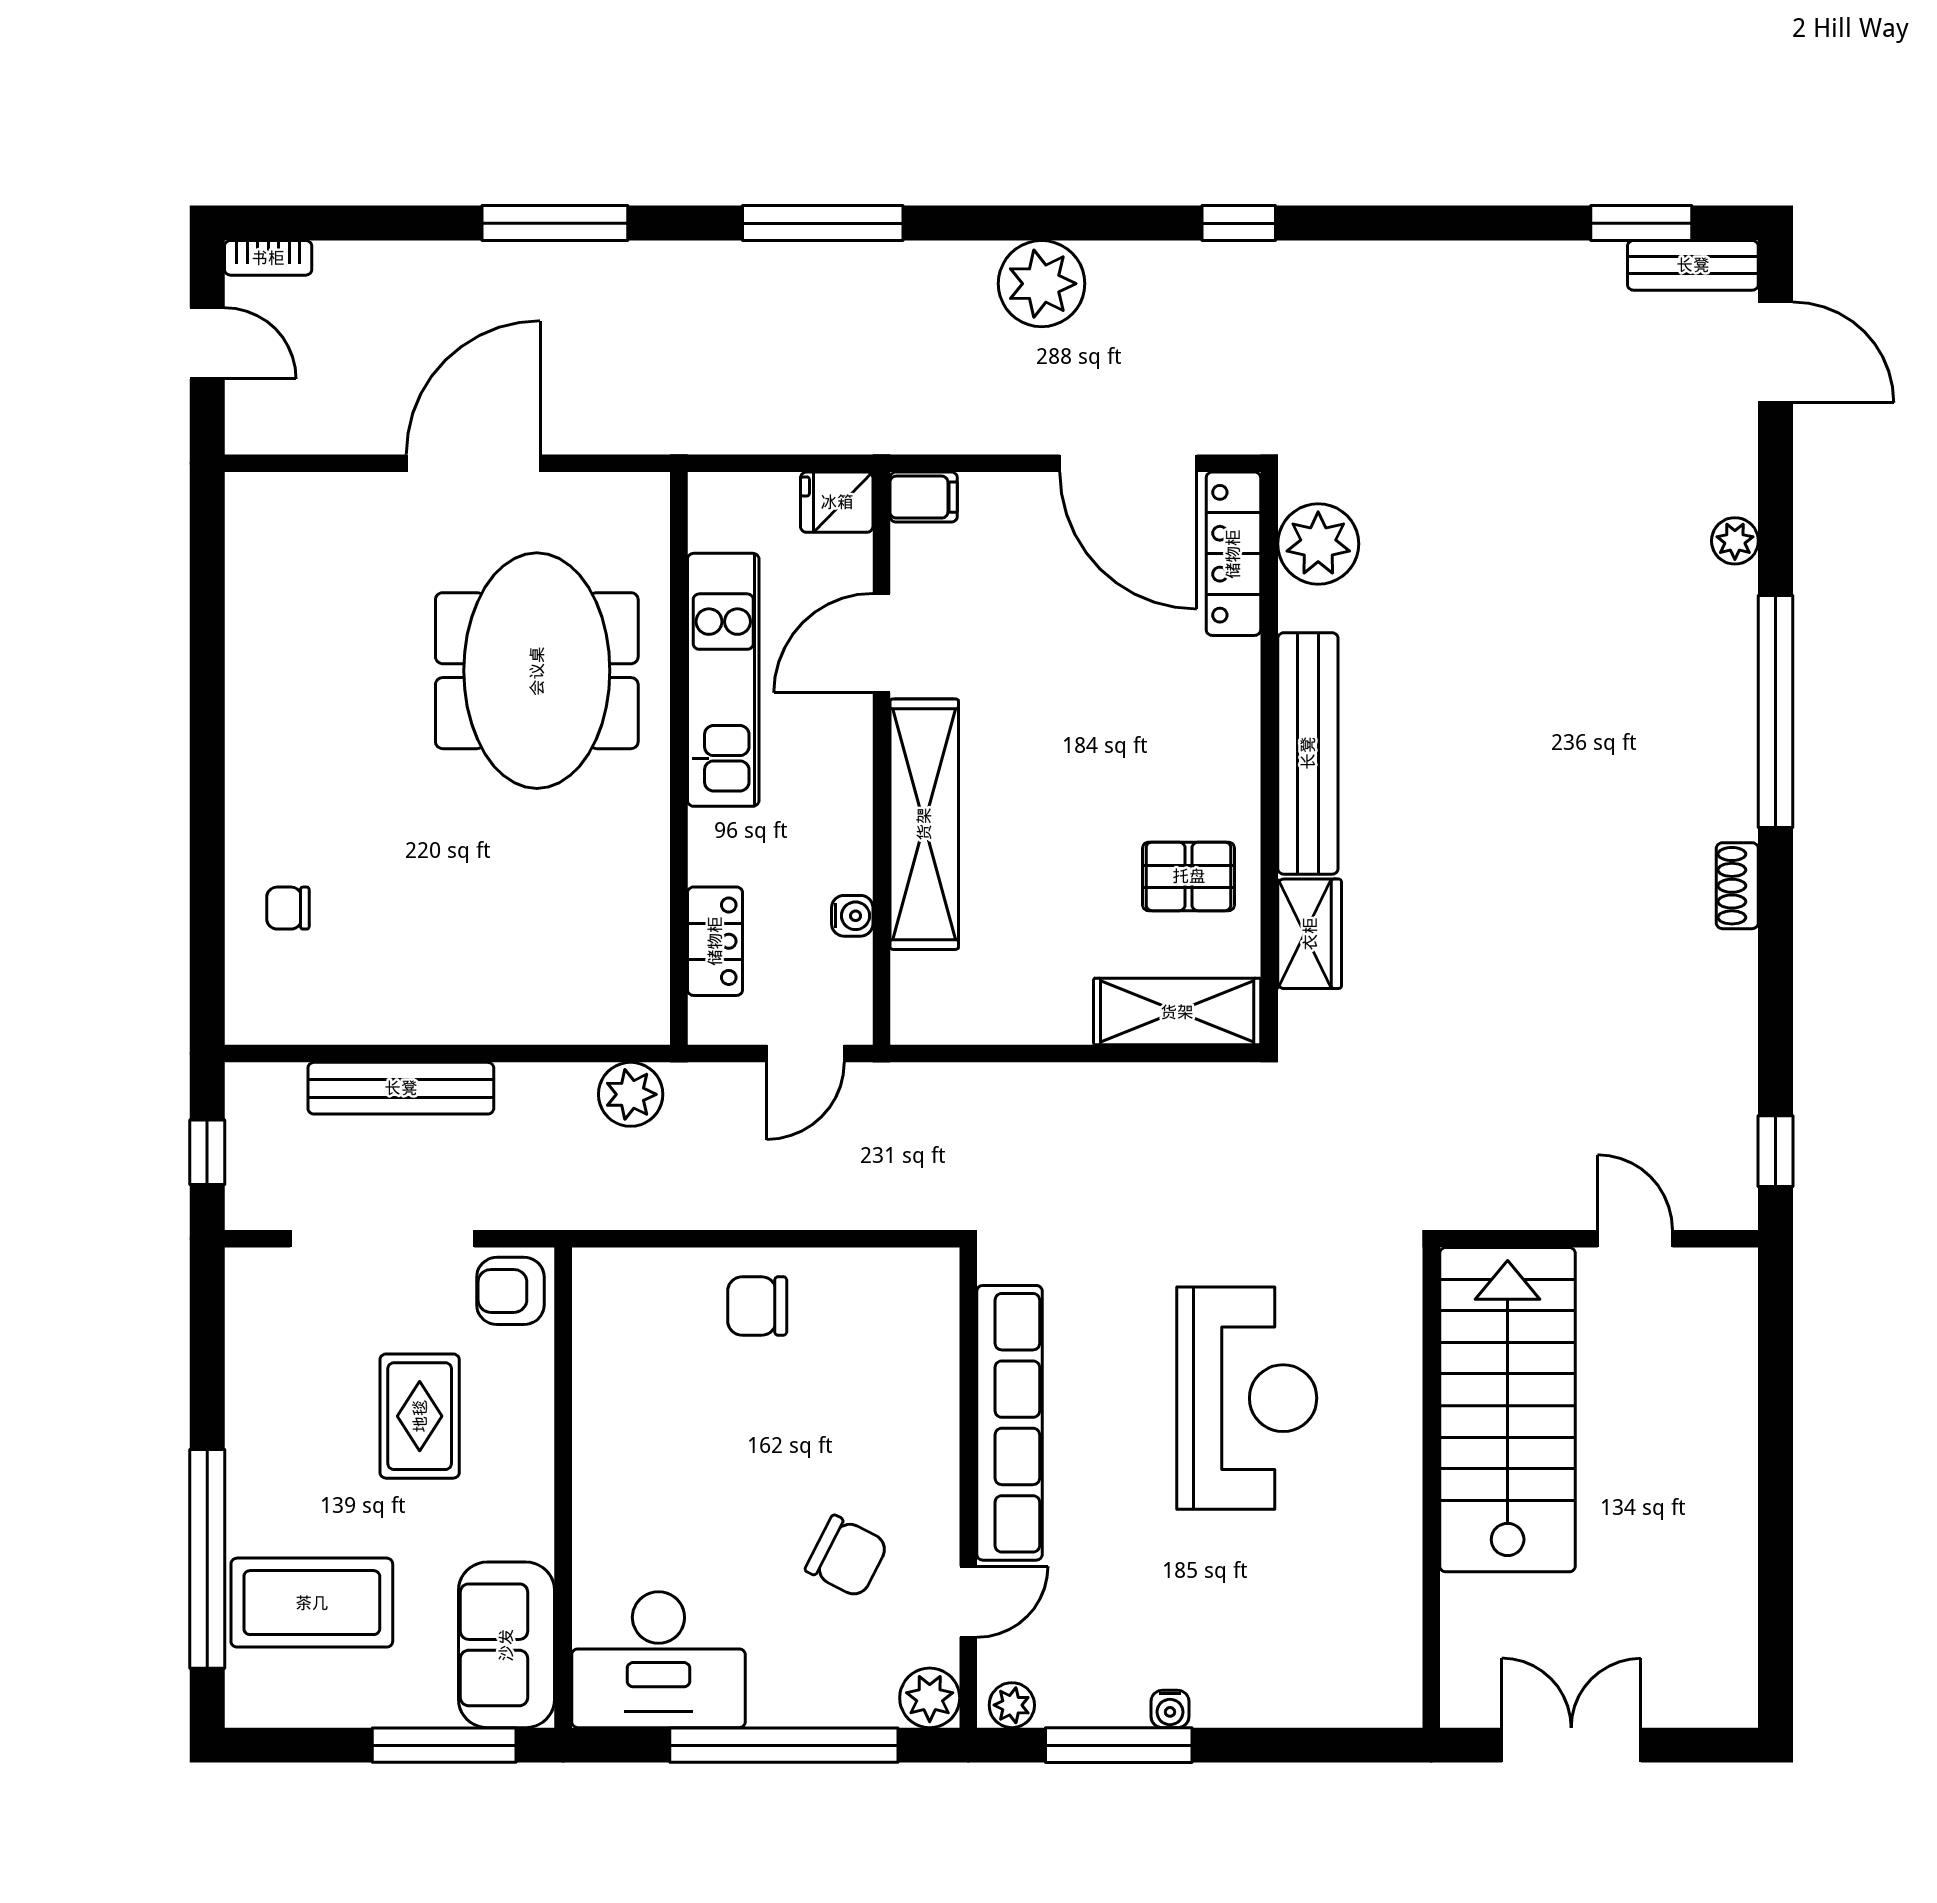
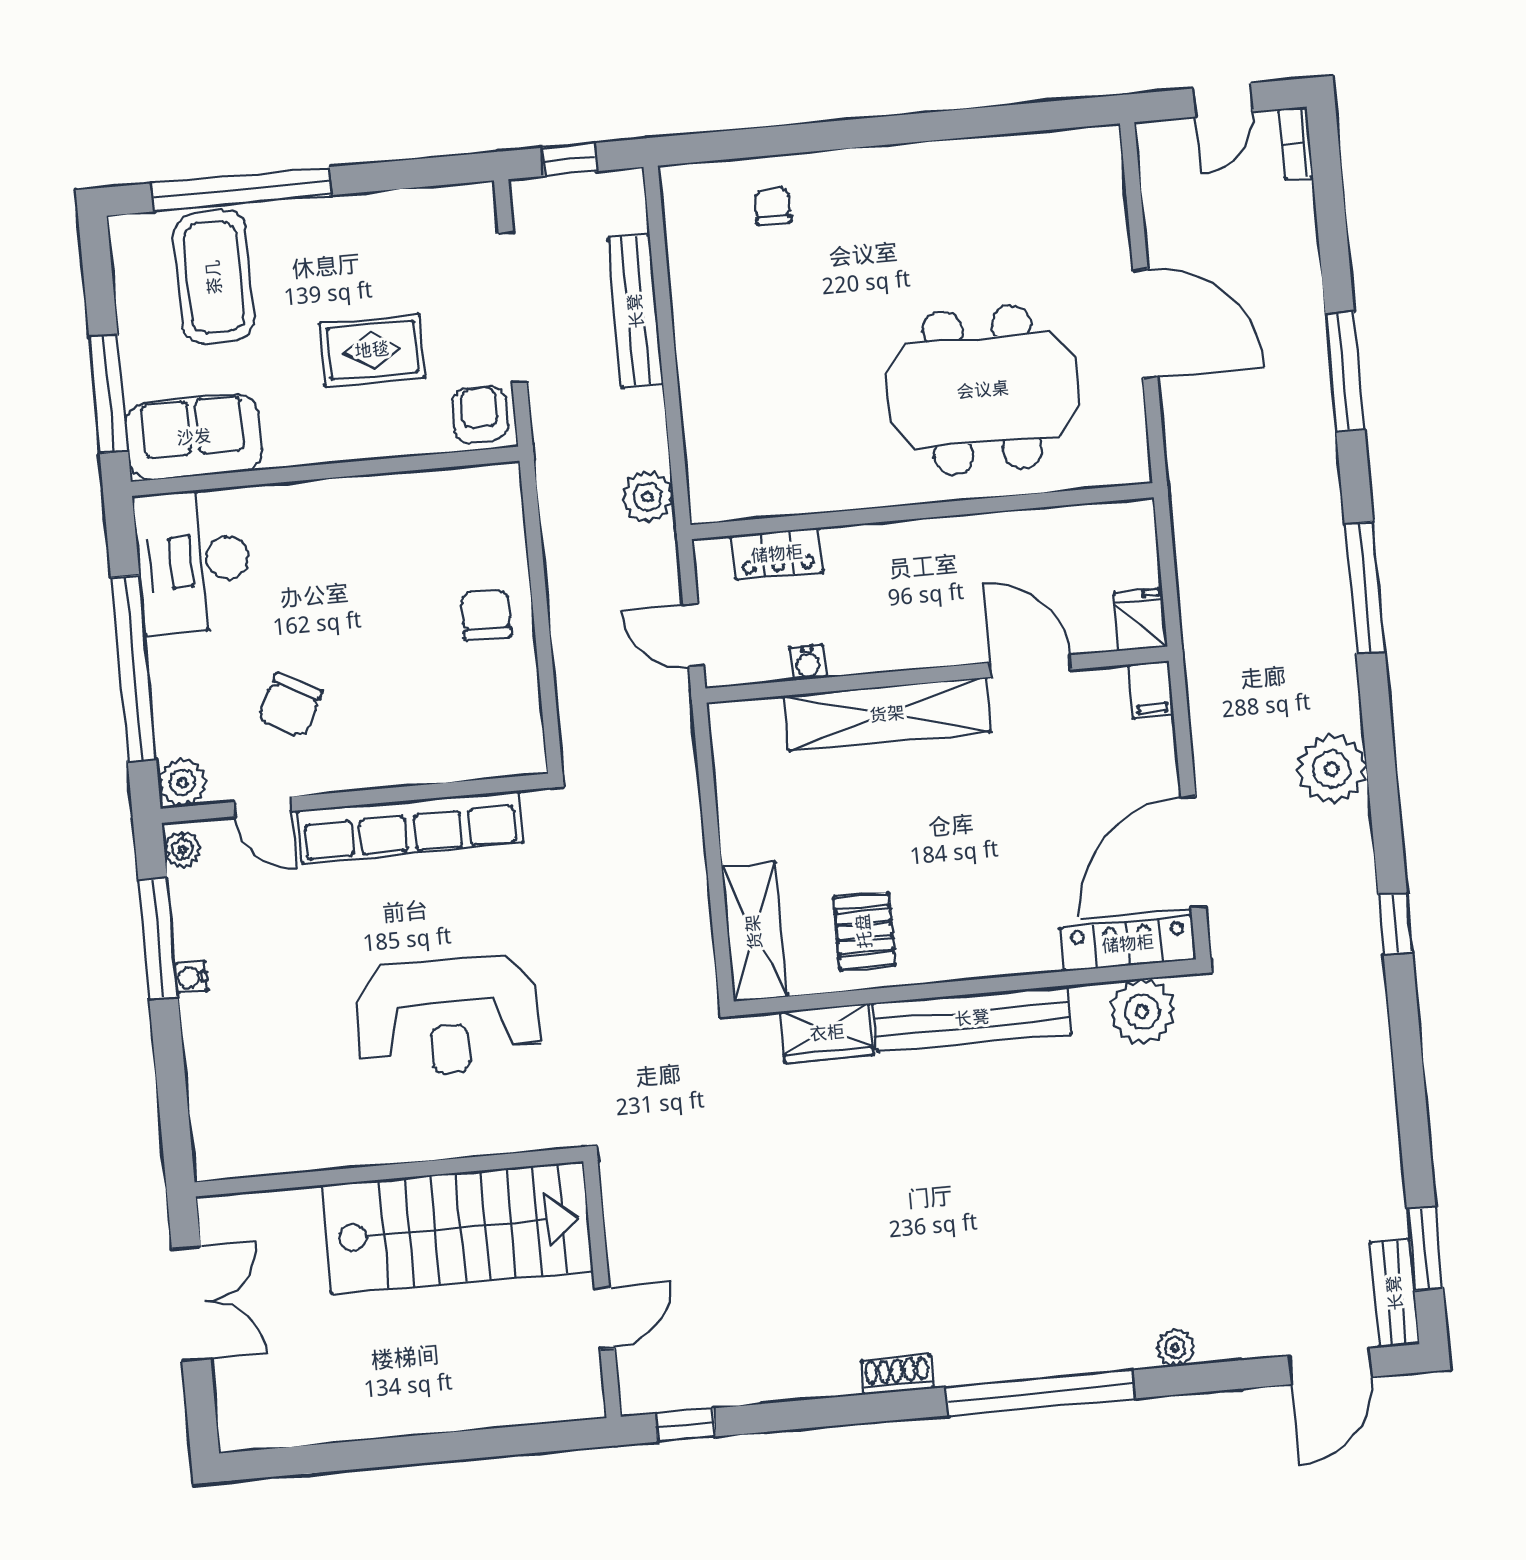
kitchen unit: (723, 680) -> (989, 541), removed

